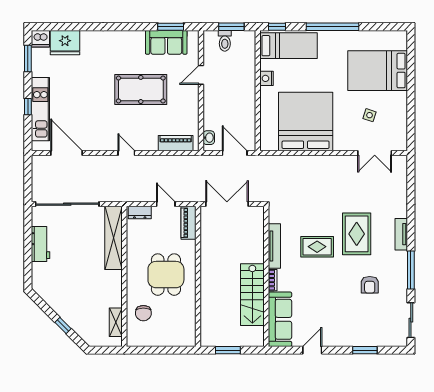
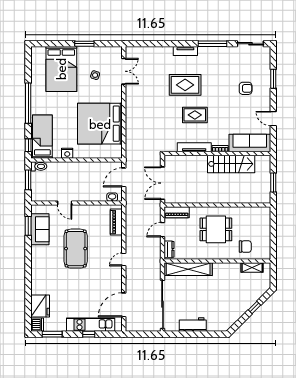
toilet: (225, 41) -> (39, 166), moved
window: (411, 101) -> (84, 44), added
rug: (317, 247) -> (195, 115), turned 90
armchair: (370, 285) -> (246, 88), moved

